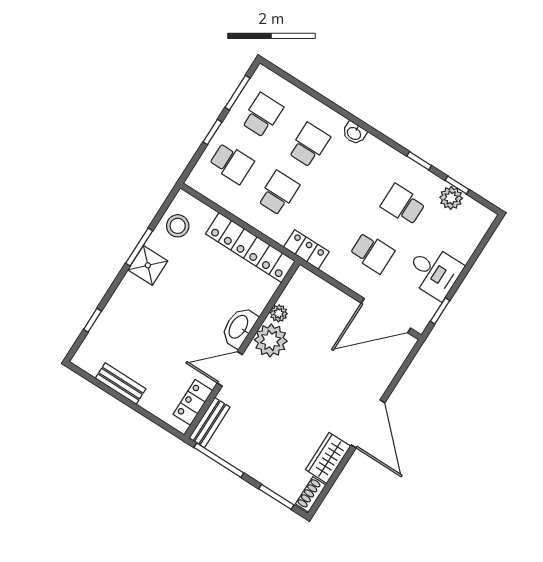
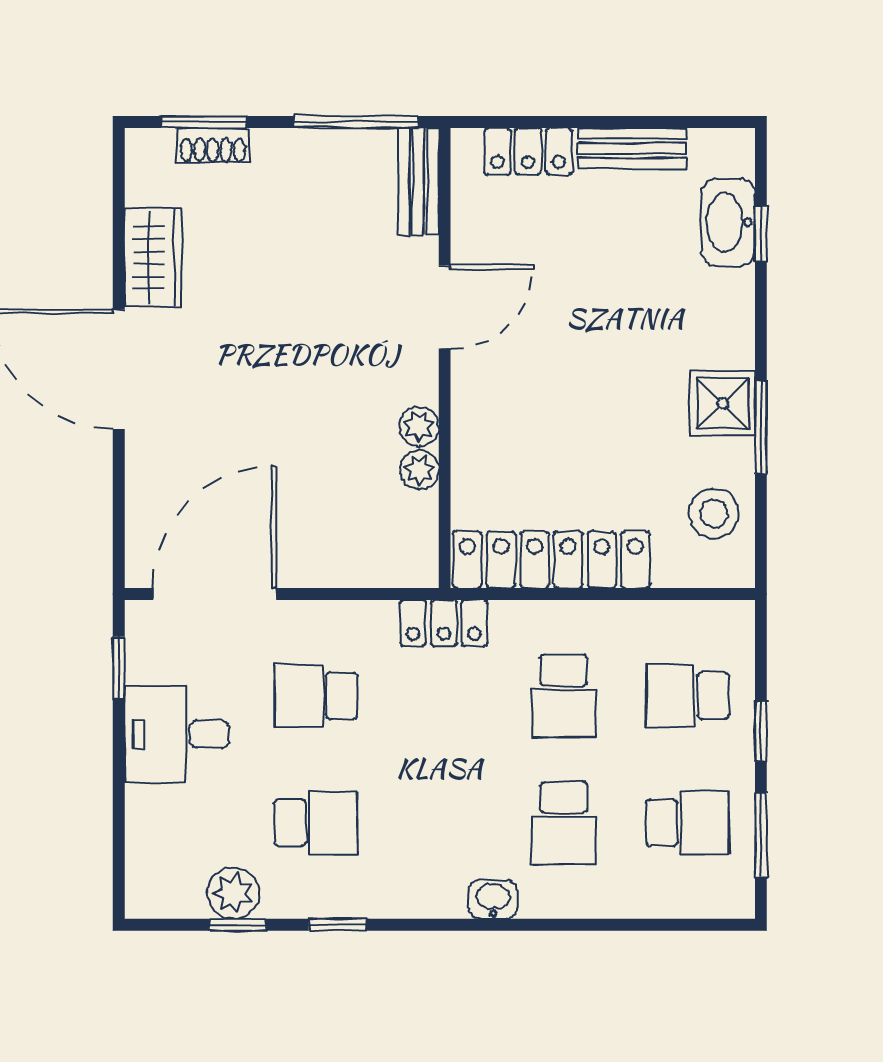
school desk: (262, 115) -> (688, 823), turned -90
washbasin: (239, 327) -> (728, 222), moved, turned 180
plant: (271, 340) -> (419, 427), width x0.53, depth x0.53
locker: (193, 402) -> (528, 151), moved, turned 90
shoe rack: (311, 494) -> (213, 145), moved, turned 90

